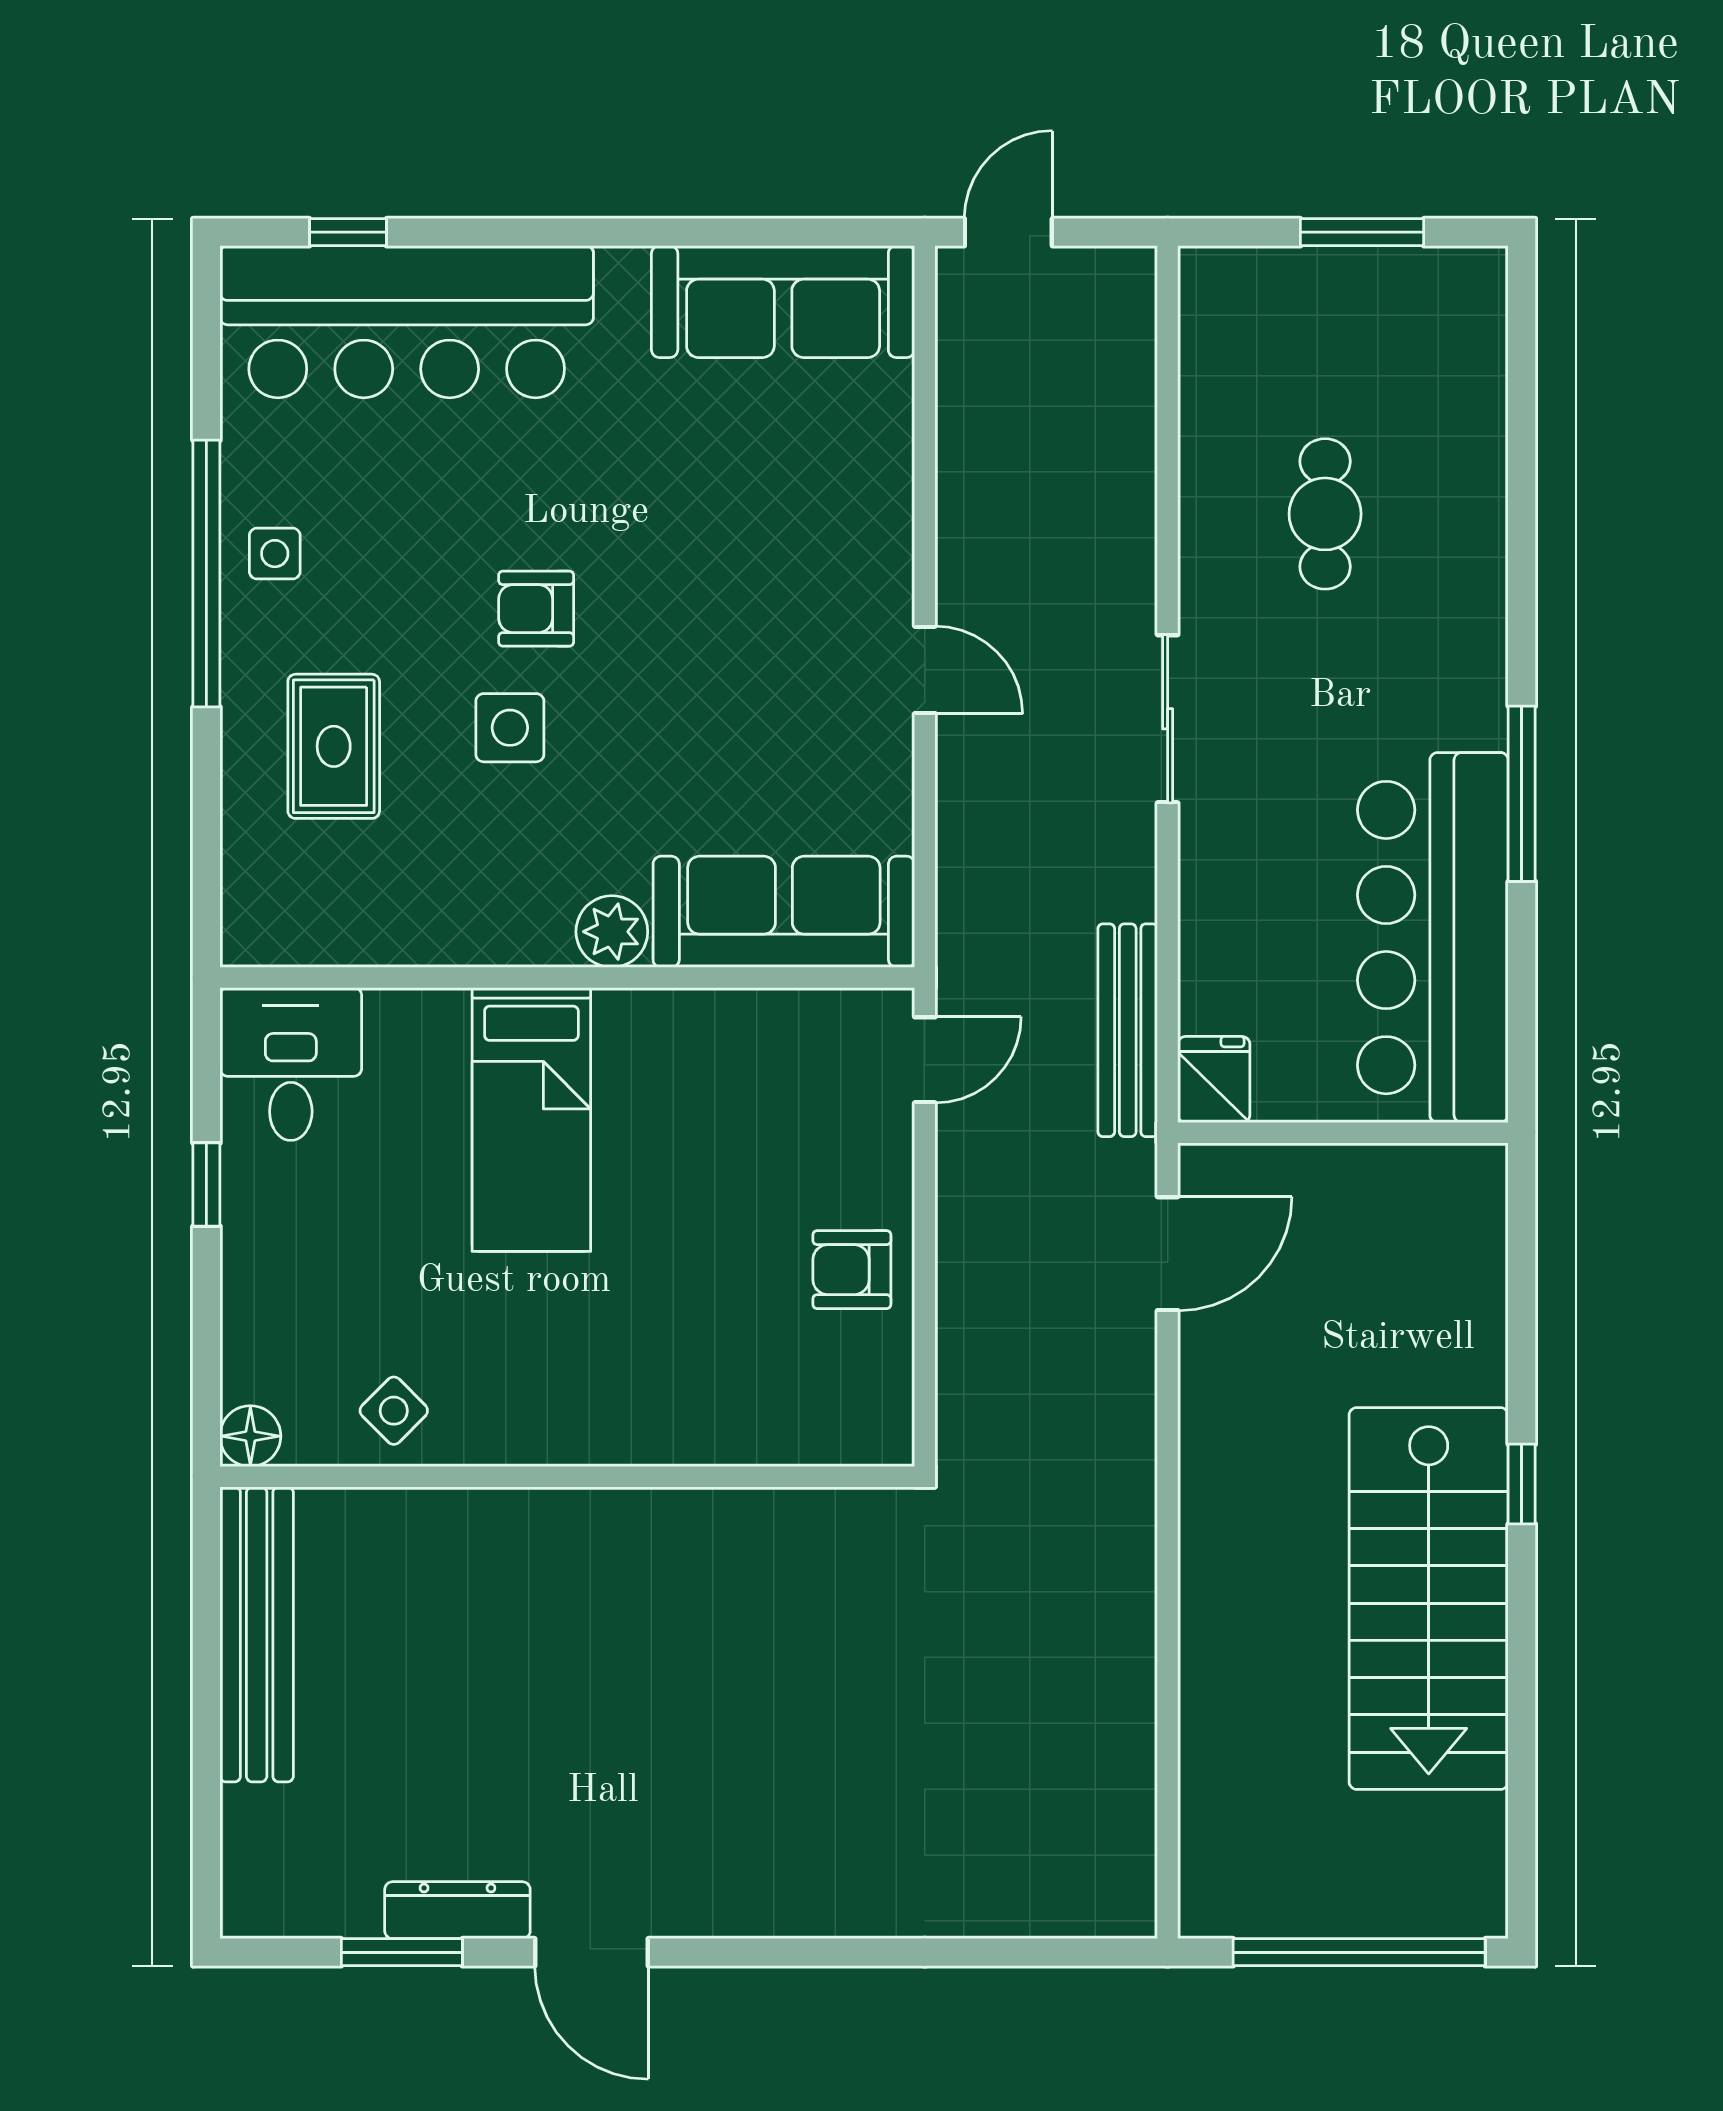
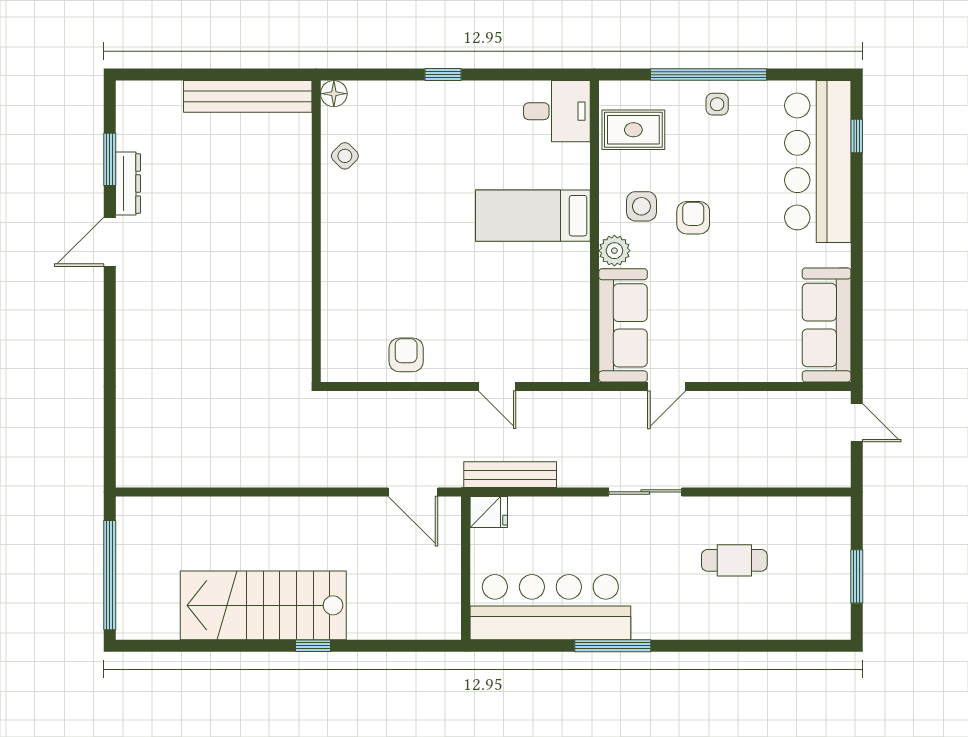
sofa: (784, 912) -> (623, 325), moved
plant: (612, 932) -> (614, 251), moved
wall: (567, 978) -> (595, 231), moved
desk: (291, 1064) -> (557, 111), moved
bed: (531, 1120) -> (533, 216), moved

